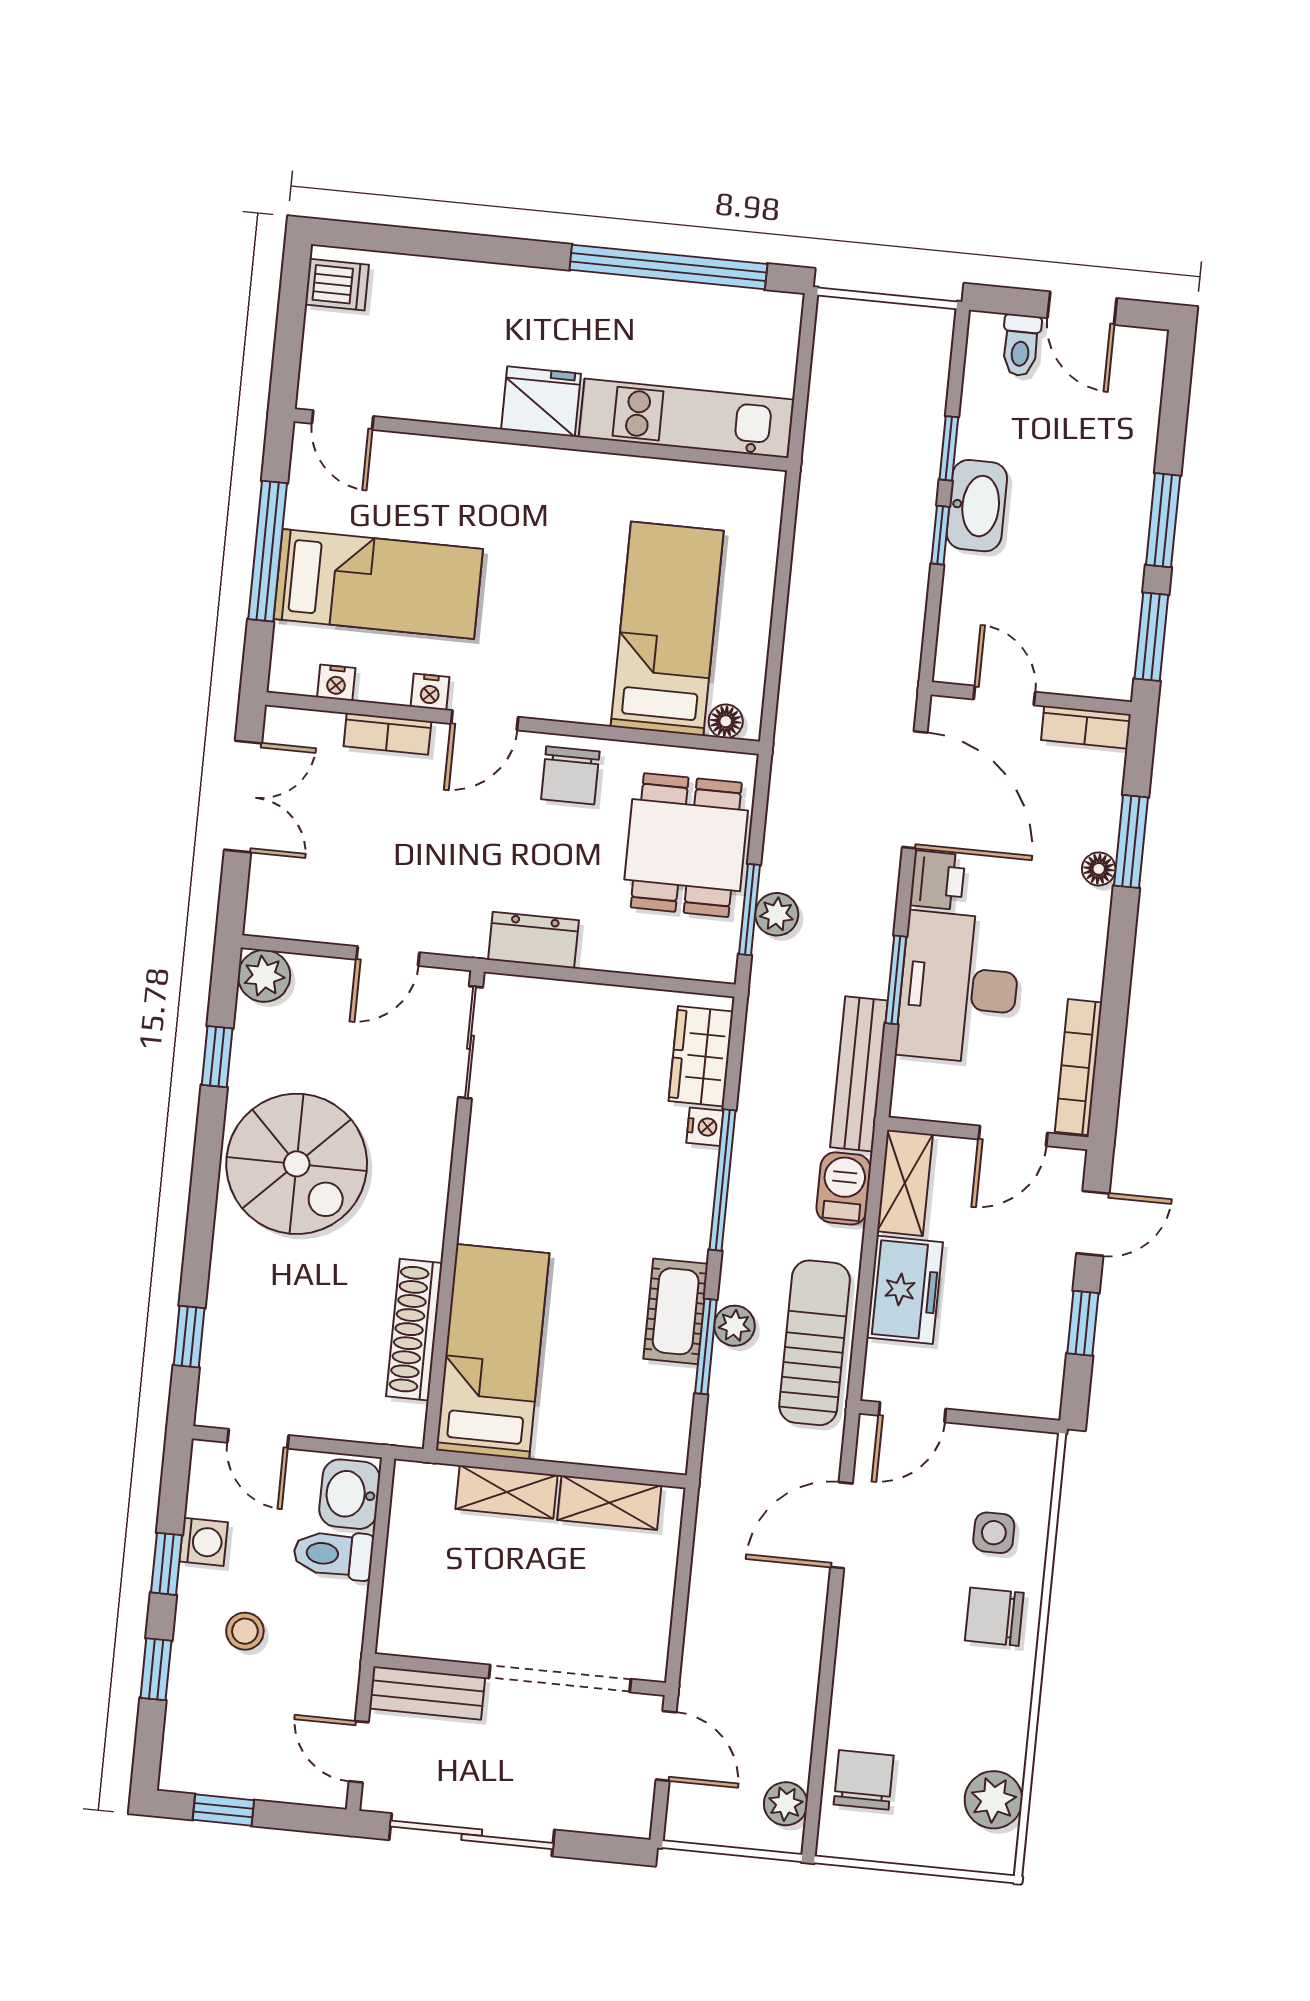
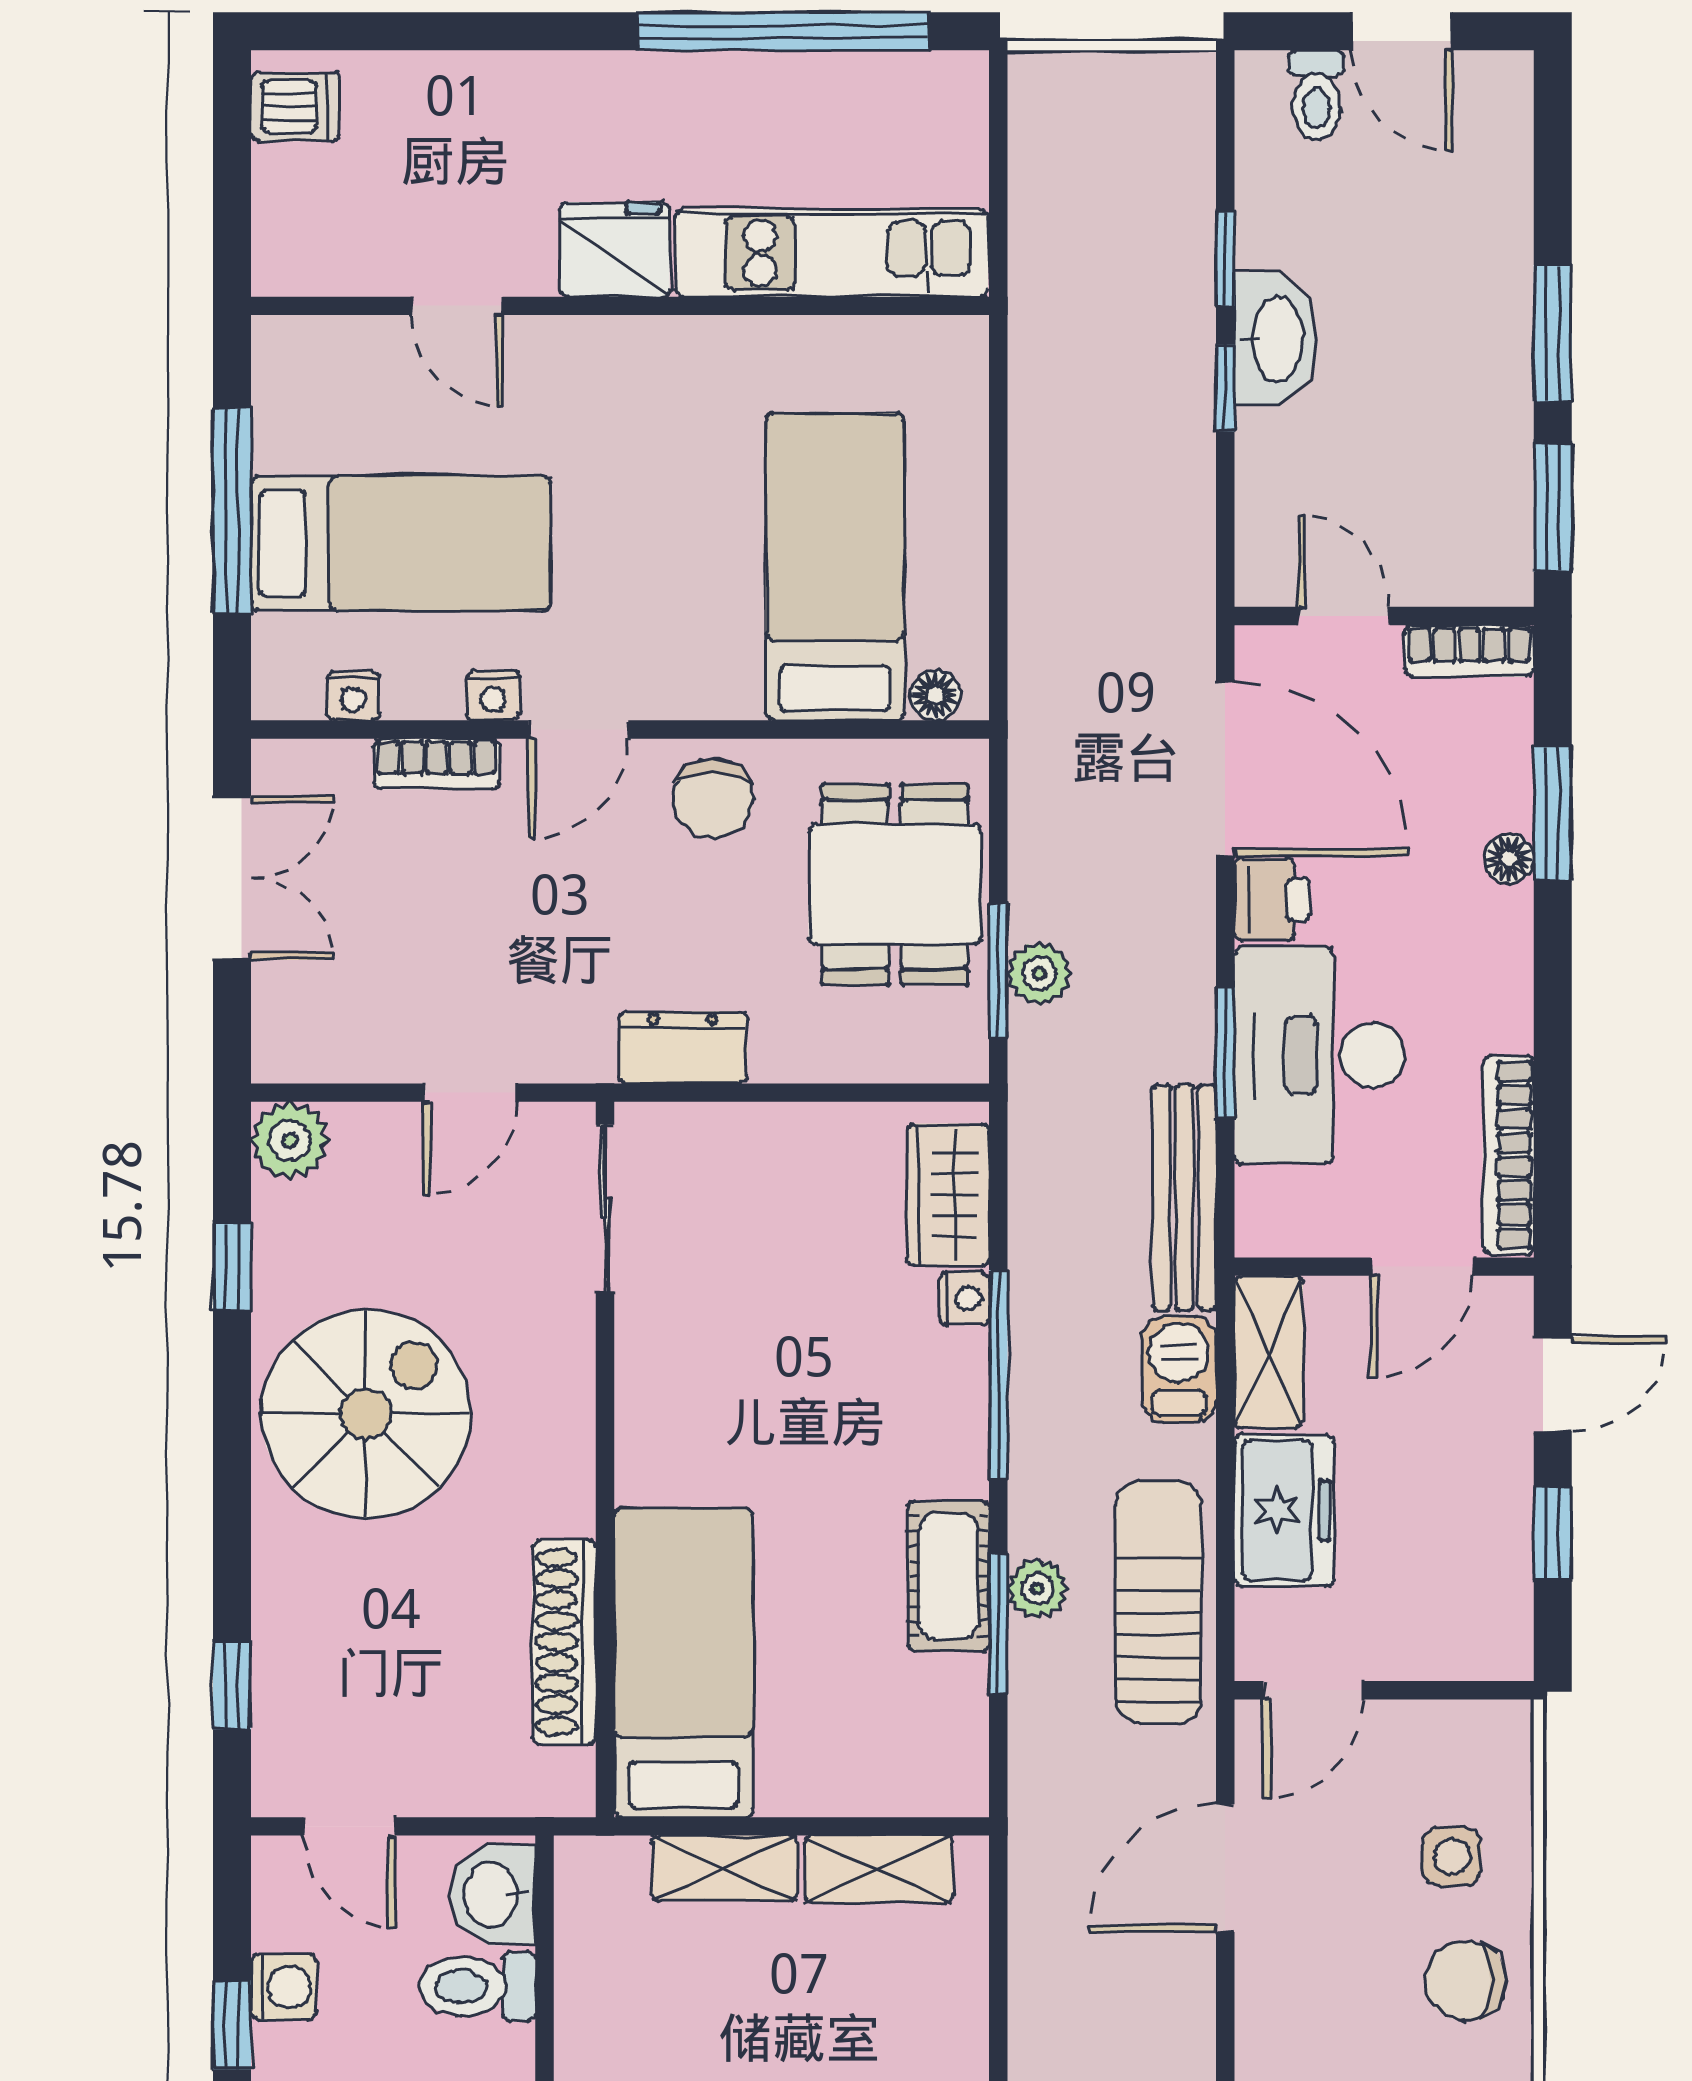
door: (343, 420) -> (457, 306), moved
spiral stairs: (297, 1164) -> (366, 1414), turned -90

